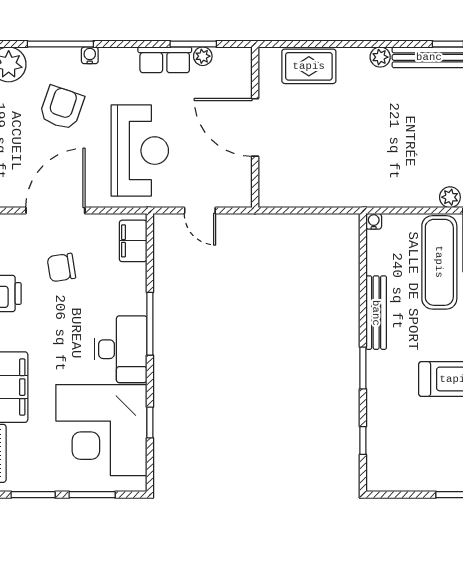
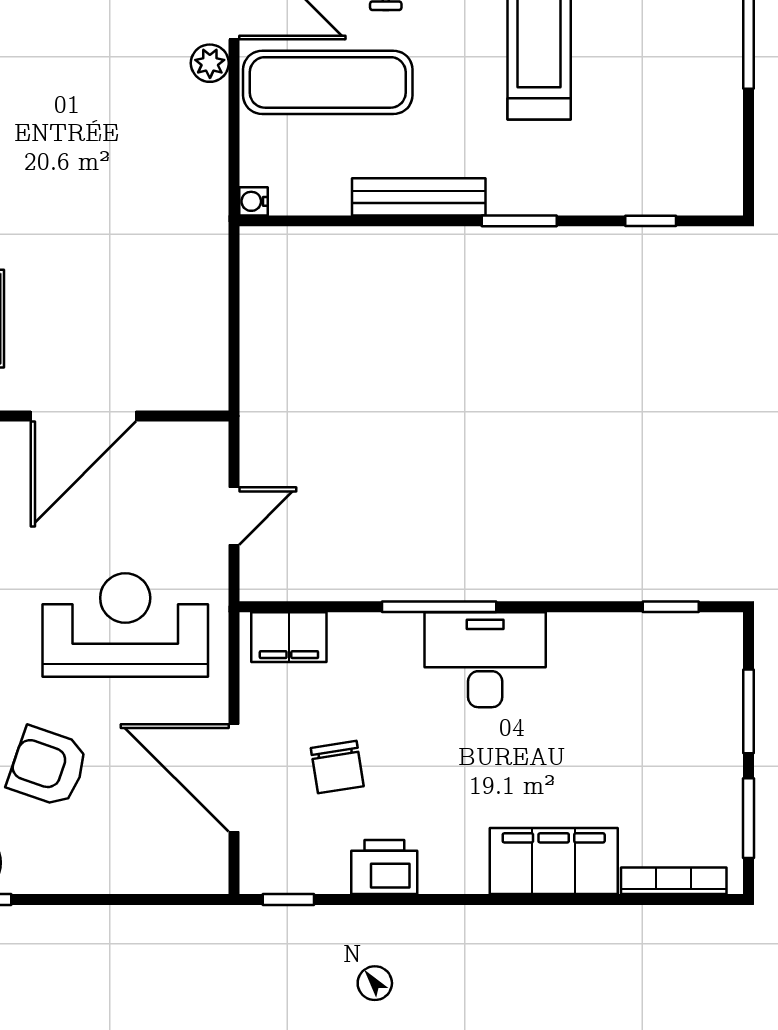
window: (150, 422) -> (671, 607), moved
corner desk: (101, 430) -> (632, 695), removed

